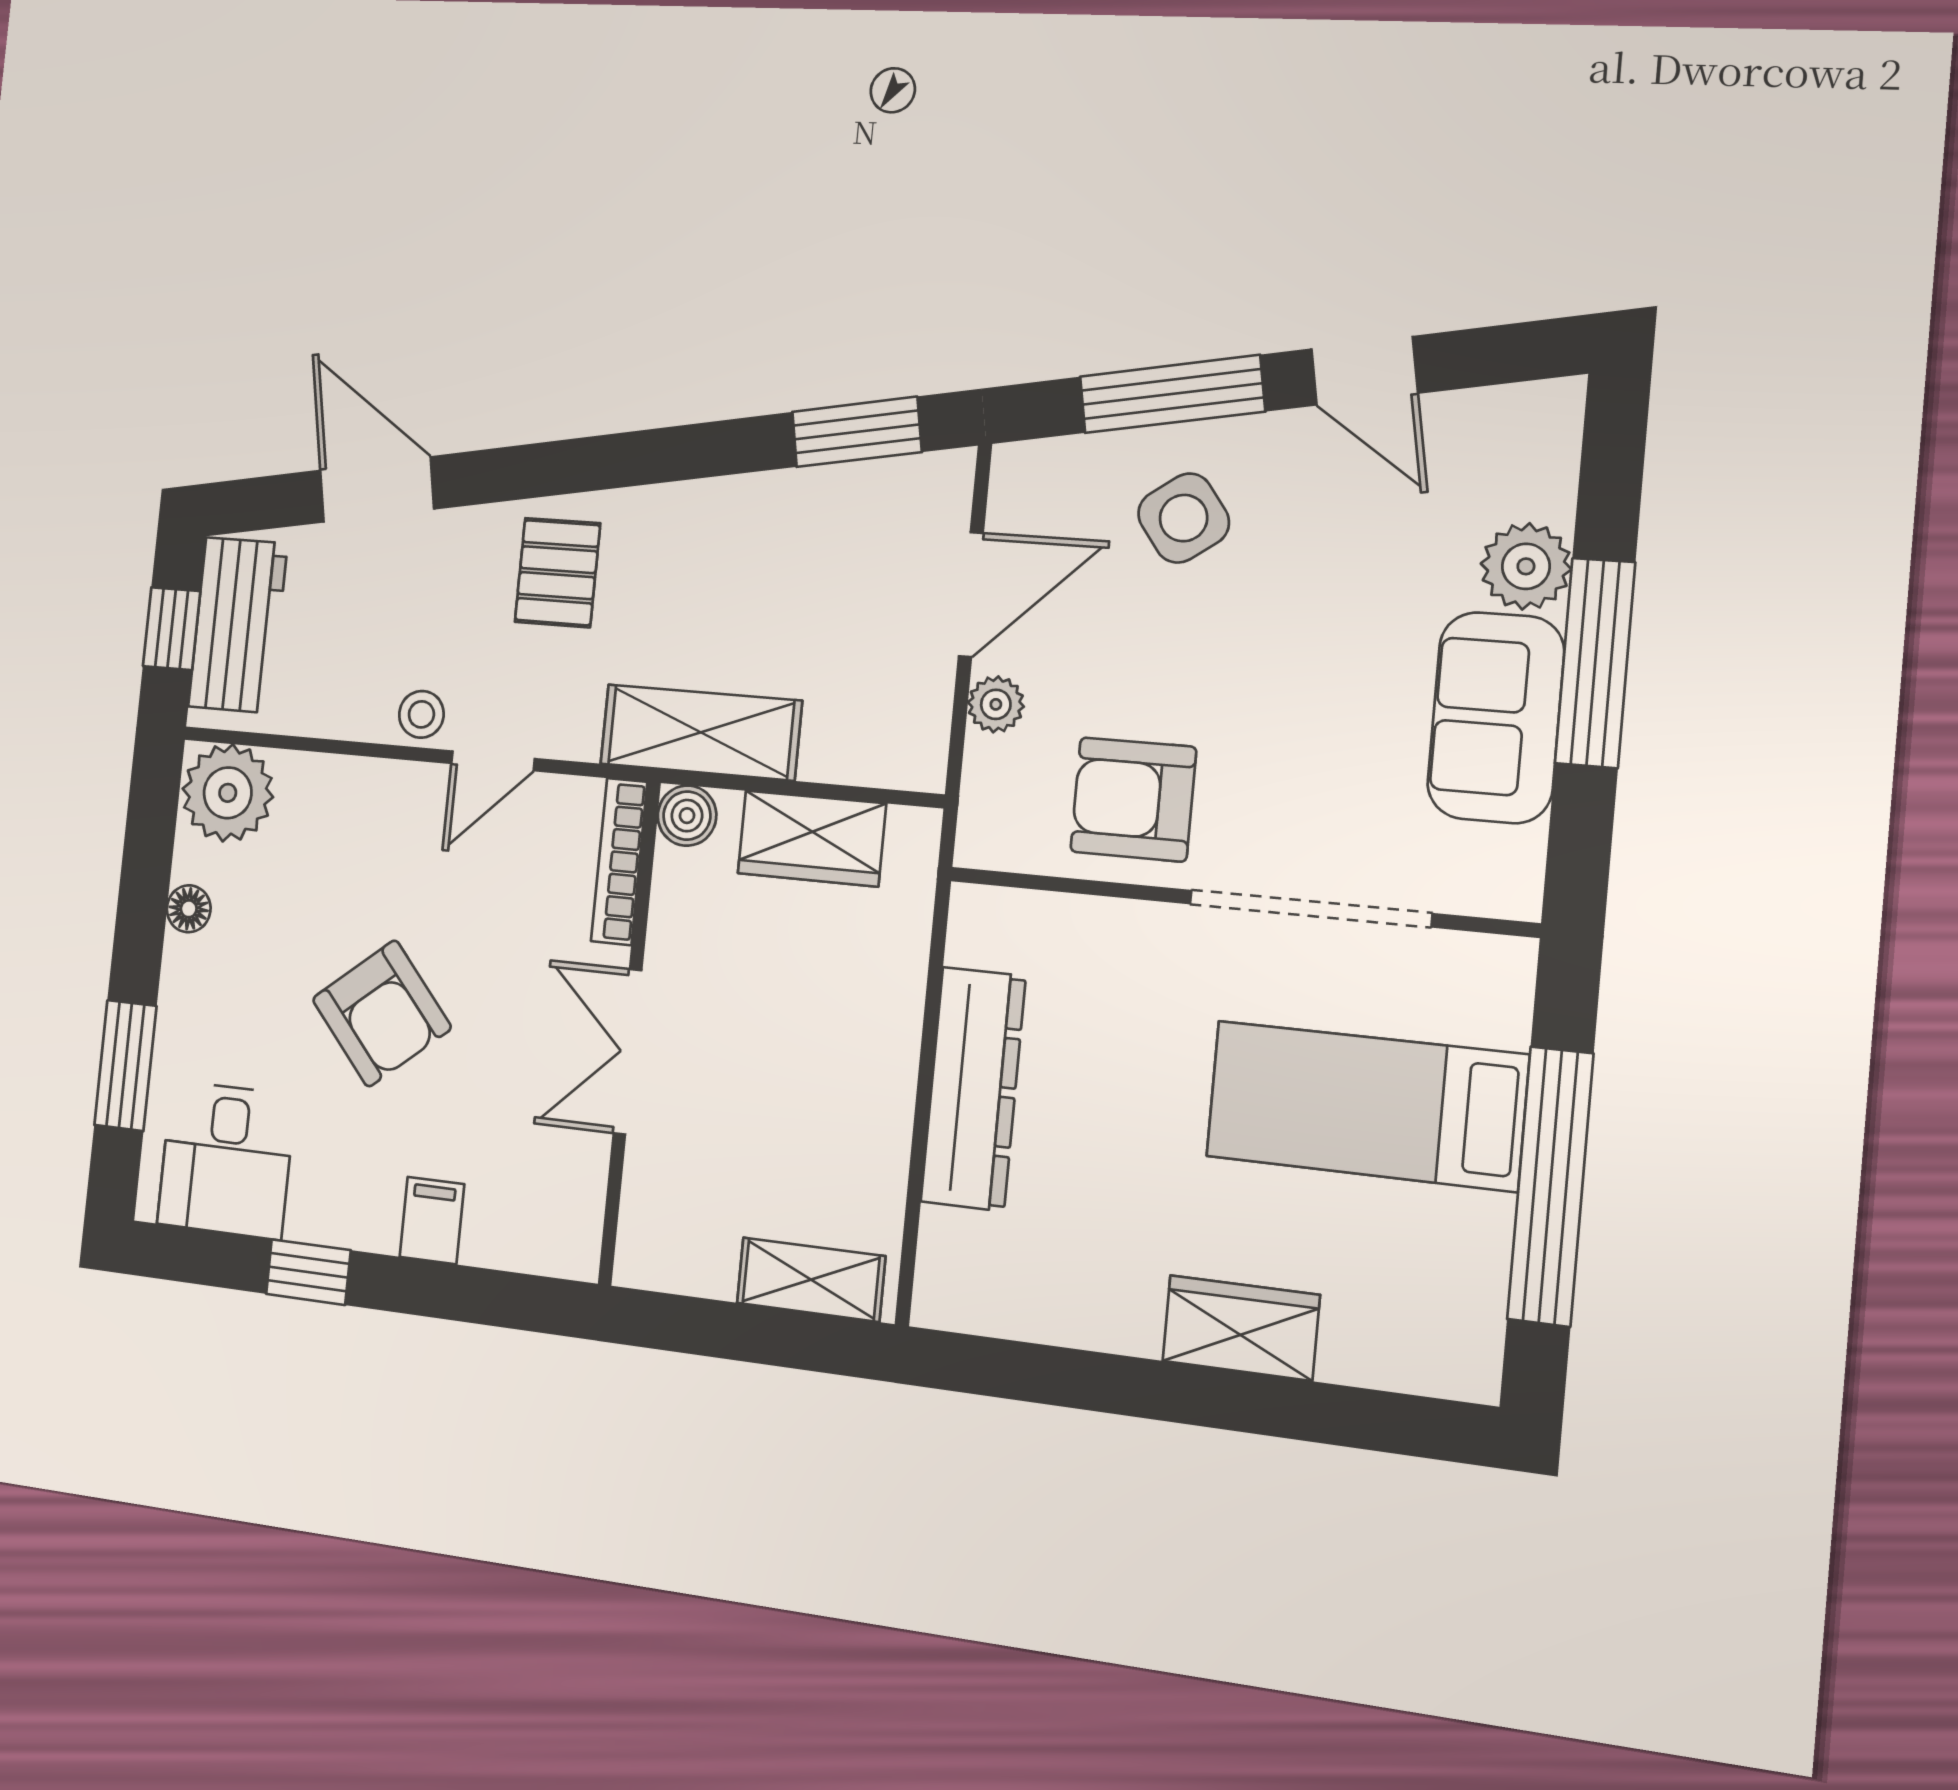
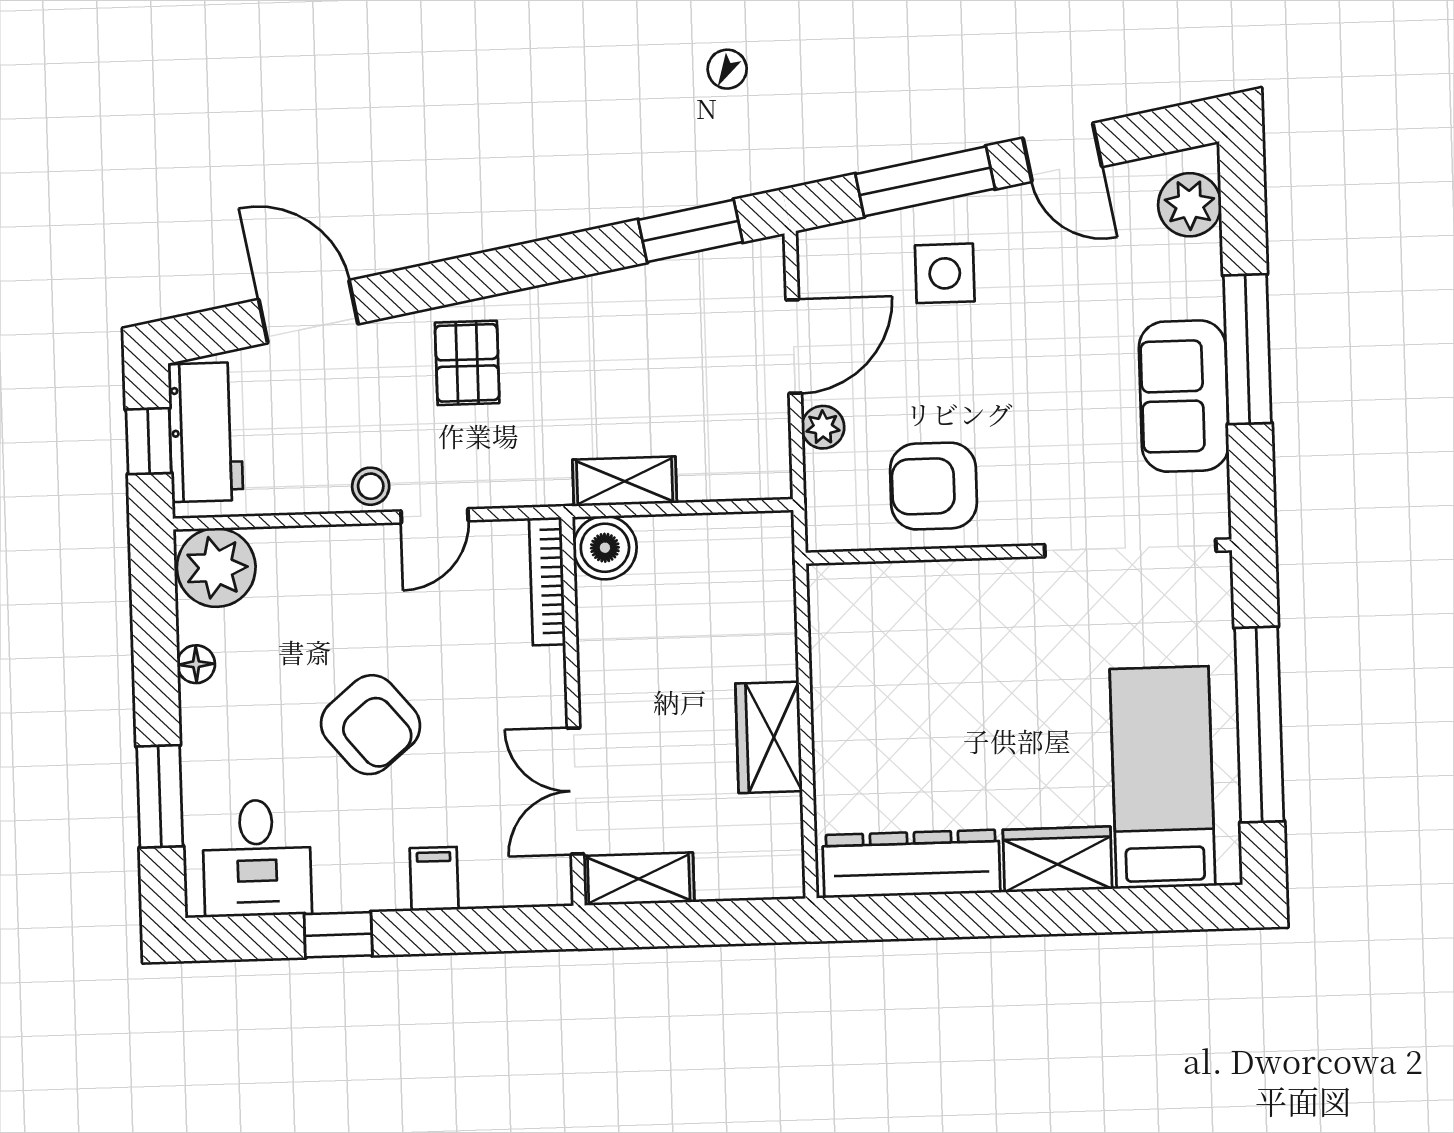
side table: (1184, 518) -> (945, 273), turned 36
plant: (1526, 566) -> (1190, 205), moved
shelving: (701, 732) -> (625, 481), width x0.67, depth x0.75
boiler: (687, 816) -> (605, 548), width x1.36, depth x1.36
wardrobe: (812, 838) -> (769, 737), moved, turned 90
doorway: (1310, 909) -> (1130, 548), moved
double door: (628, 1052) -> (575, 791), moved
dresser: (973, 1089) -> (911, 864), moved, turned -90
bed: (1366, 1106) -> (1163, 777), moved, turned 90
shelving: (811, 1280) -> (639, 879), moved

